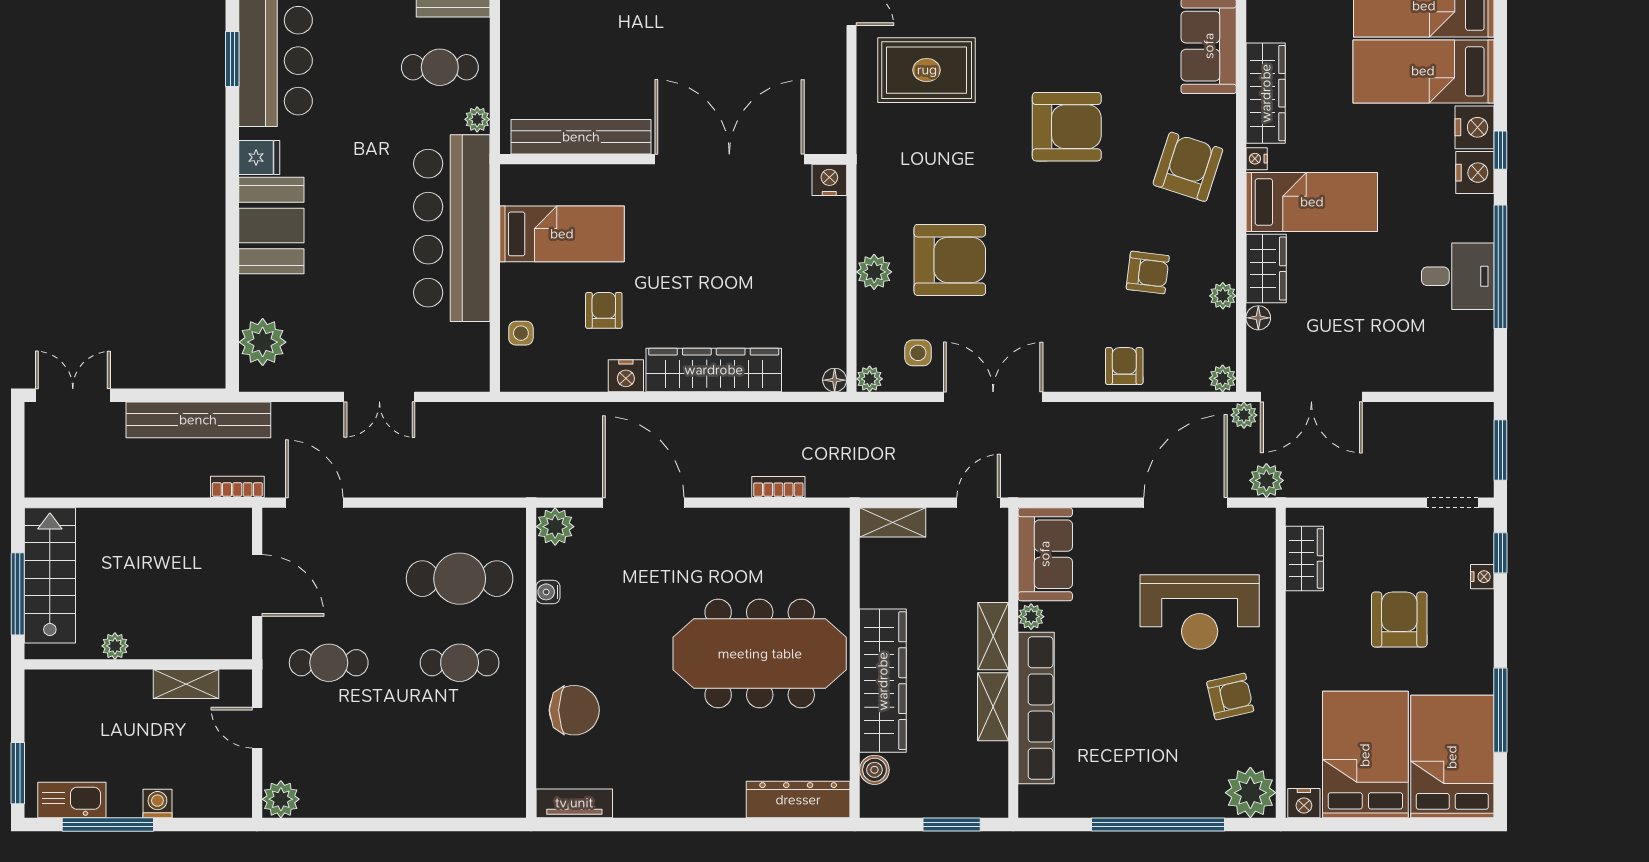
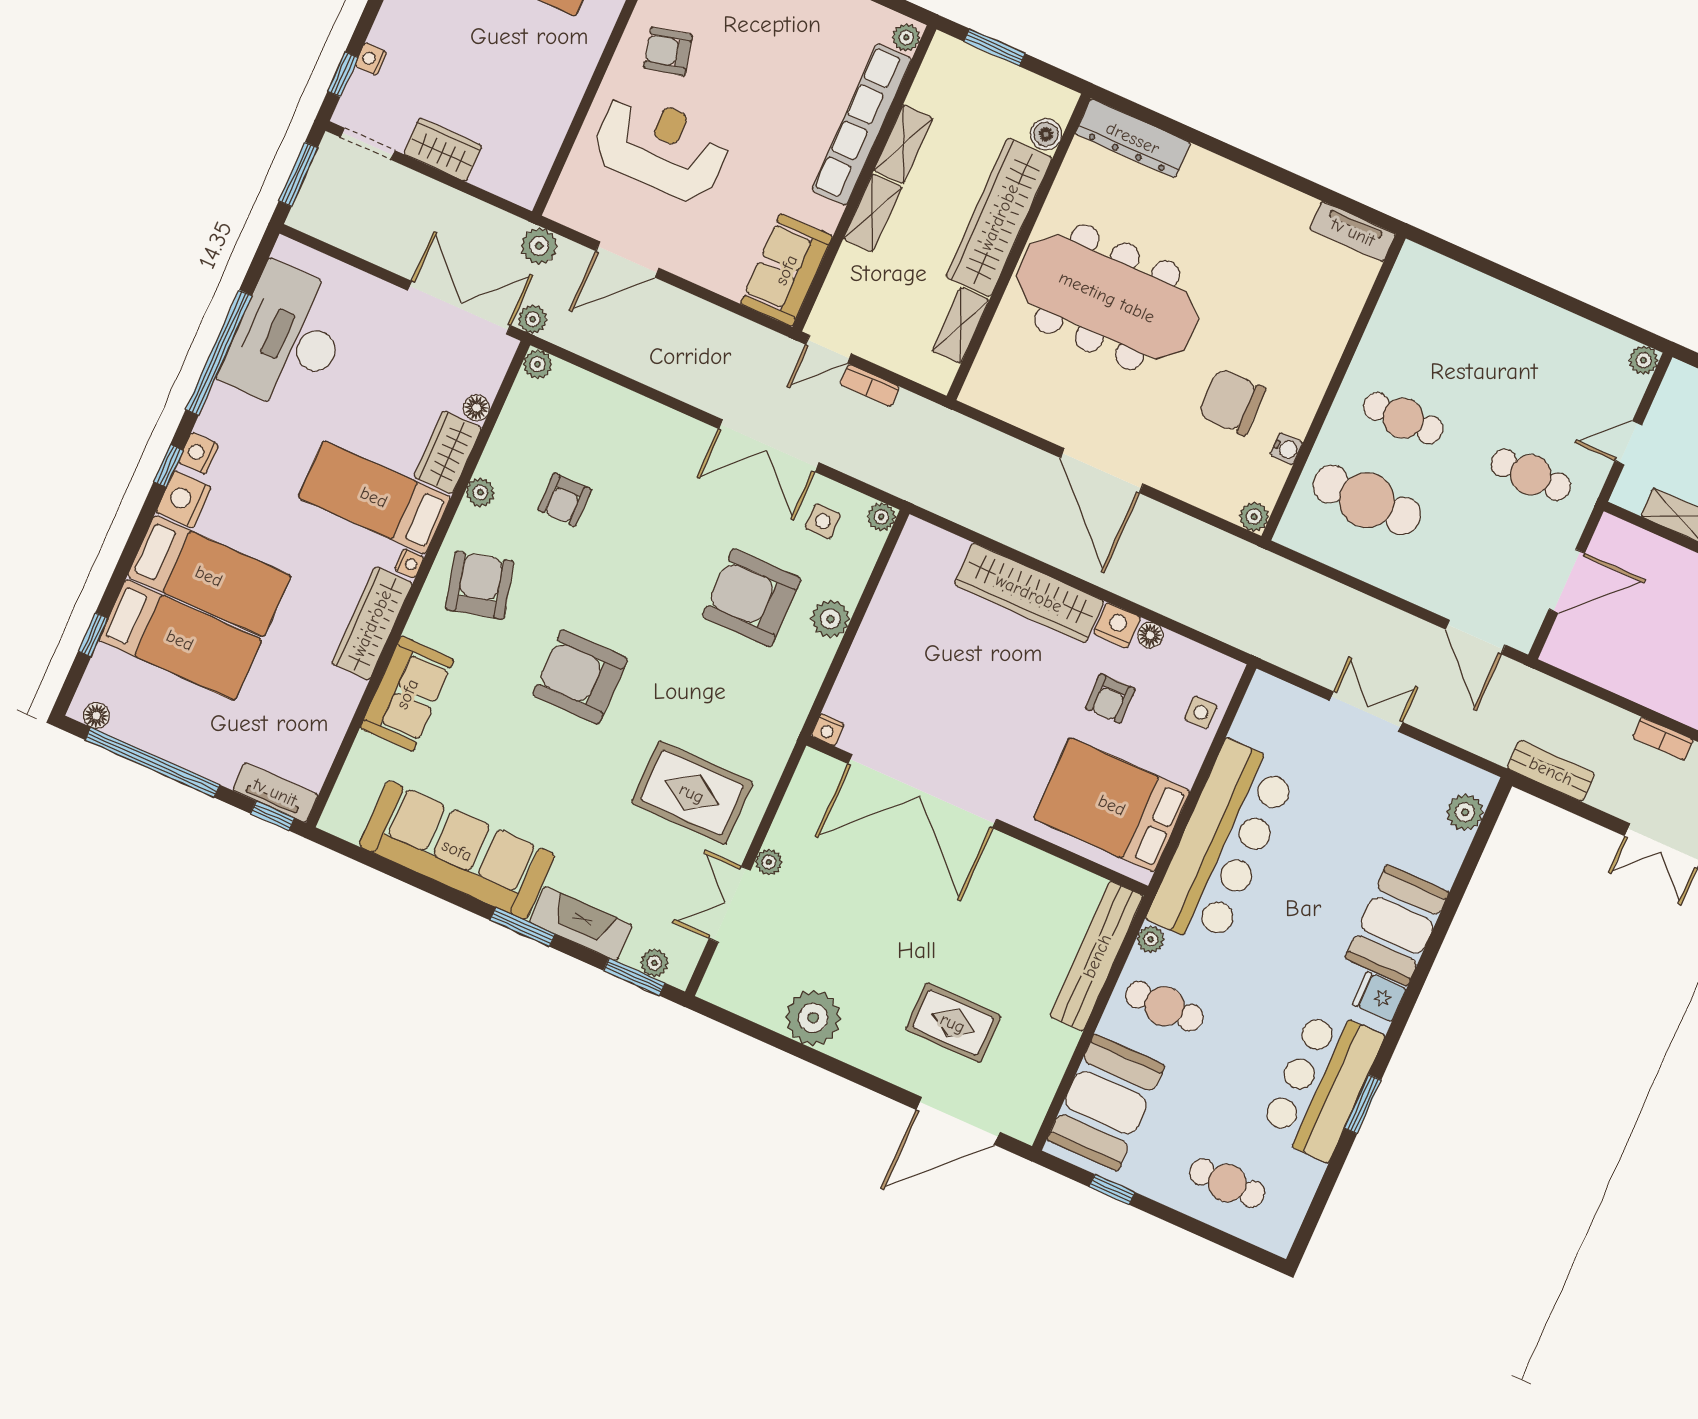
plant: (834, 40) -> (769, 862), added
bench: (581, 137) -> (1097, 956), moved, turned 90
armchair: (1188, 167) -> (480, 585), turned 148
nightstand: (1475, 173) -> (198, 453), width x0.74, depth x0.75
nightstand: (829, 180) -> (828, 730), width x0.72, depth x0.74
bed: (562, 234) -> (1112, 805), width x1.50
armchair: (1148, 273) -> (565, 500), turned -97
desk: (1458, 276) -> (288, 338), width x1.87, depth x1.30
plant: (1223, 296) -> (480, 492), moved
plant: (263, 342) -> (1465, 812), width x0.73, depth x0.73
armchair: (1124, 366) -> (628, 419), removed
floor lamp: (835, 380) -> (1150, 635), moved
bench: (198, 420) -> (1551, 771), width x0.54, depth x0.82
bookcase: (237, 487) -> (1663, 739), moved
bookcase: (778, 487) -> (870, 385), moved
door: (643, 503) -> (1102, 471), moved
door: (1186, 503) -> (627, 260), width x0.73
shelving: (893, 522) -> (961, 325), moved, turned 90
plant: (555, 527) -> (1254, 517), width x0.73, depth x0.73
wardrobe: (1305, 558) -> (443, 150), moved, turned 90
door: (257, 585) -> (1567, 581), swing flipped
plant: (1031, 617) -> (906, 37), moved
armchair: (1399, 619) -> (470, 53), removed
chair: (574, 710) -> (1232, 402), moved
door: (257, 728) -> (1628, 443), swing flipped
plant: (281, 799) -> (1644, 360), width x0.73, depth x0.73

